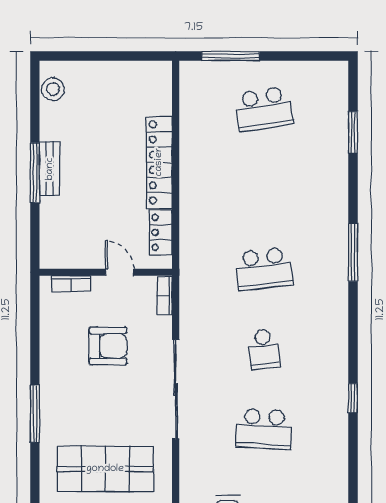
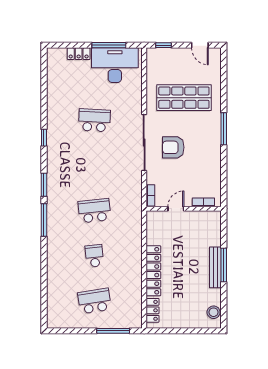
window: (353, 132) -> (44, 185), moved
bench: (50, 169) -> (215, 267), width x1.36
locker: (161, 232) -> (153, 310), moved
door: (120, 272) -> (176, 209), swing flipped
armchair: (108, 346) -> (173, 147), moved
school desk: (264, 349) -> (94, 256), moved

